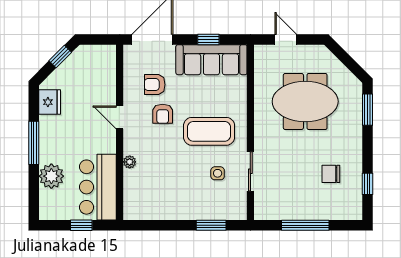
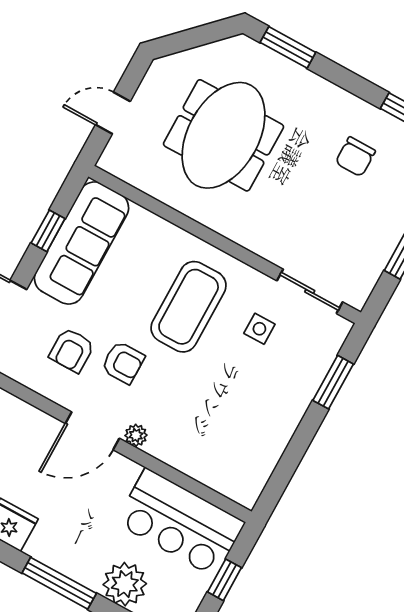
door: (120, 117) -> (92, 431), width x1.38
plant: (130, 162) -> (136, 435), moved
sliding door: (250, 171) -> (310, 291), moved

